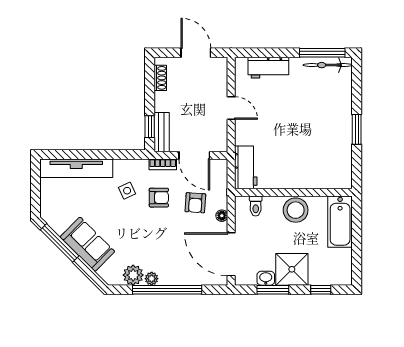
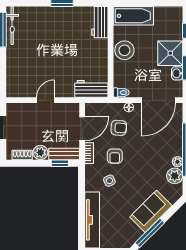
workbench: (268, 68) -> (100, 22), moved, turned 180
plant: (163, 102) -> (40, 153), added
armchair: (159, 198) -> (115, 156), turned 180
toilet: (256, 206) -> (121, 93), moved

